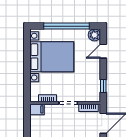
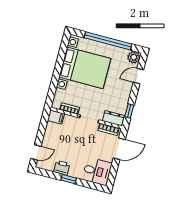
dresser: (90, 96) -> (113, 118), added

